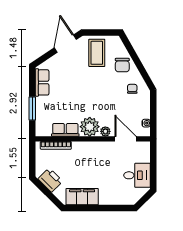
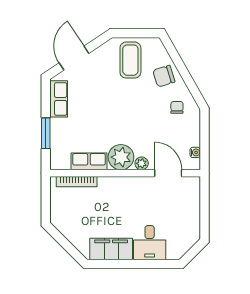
door: (65, 44) -> (74, 58), moved
chair: (122, 65) -> (164, 76), turned 73
desk: (137, 175) -> (150, 243), moved, turned 90
printer: (50, 180) -> (69, 227), removed

